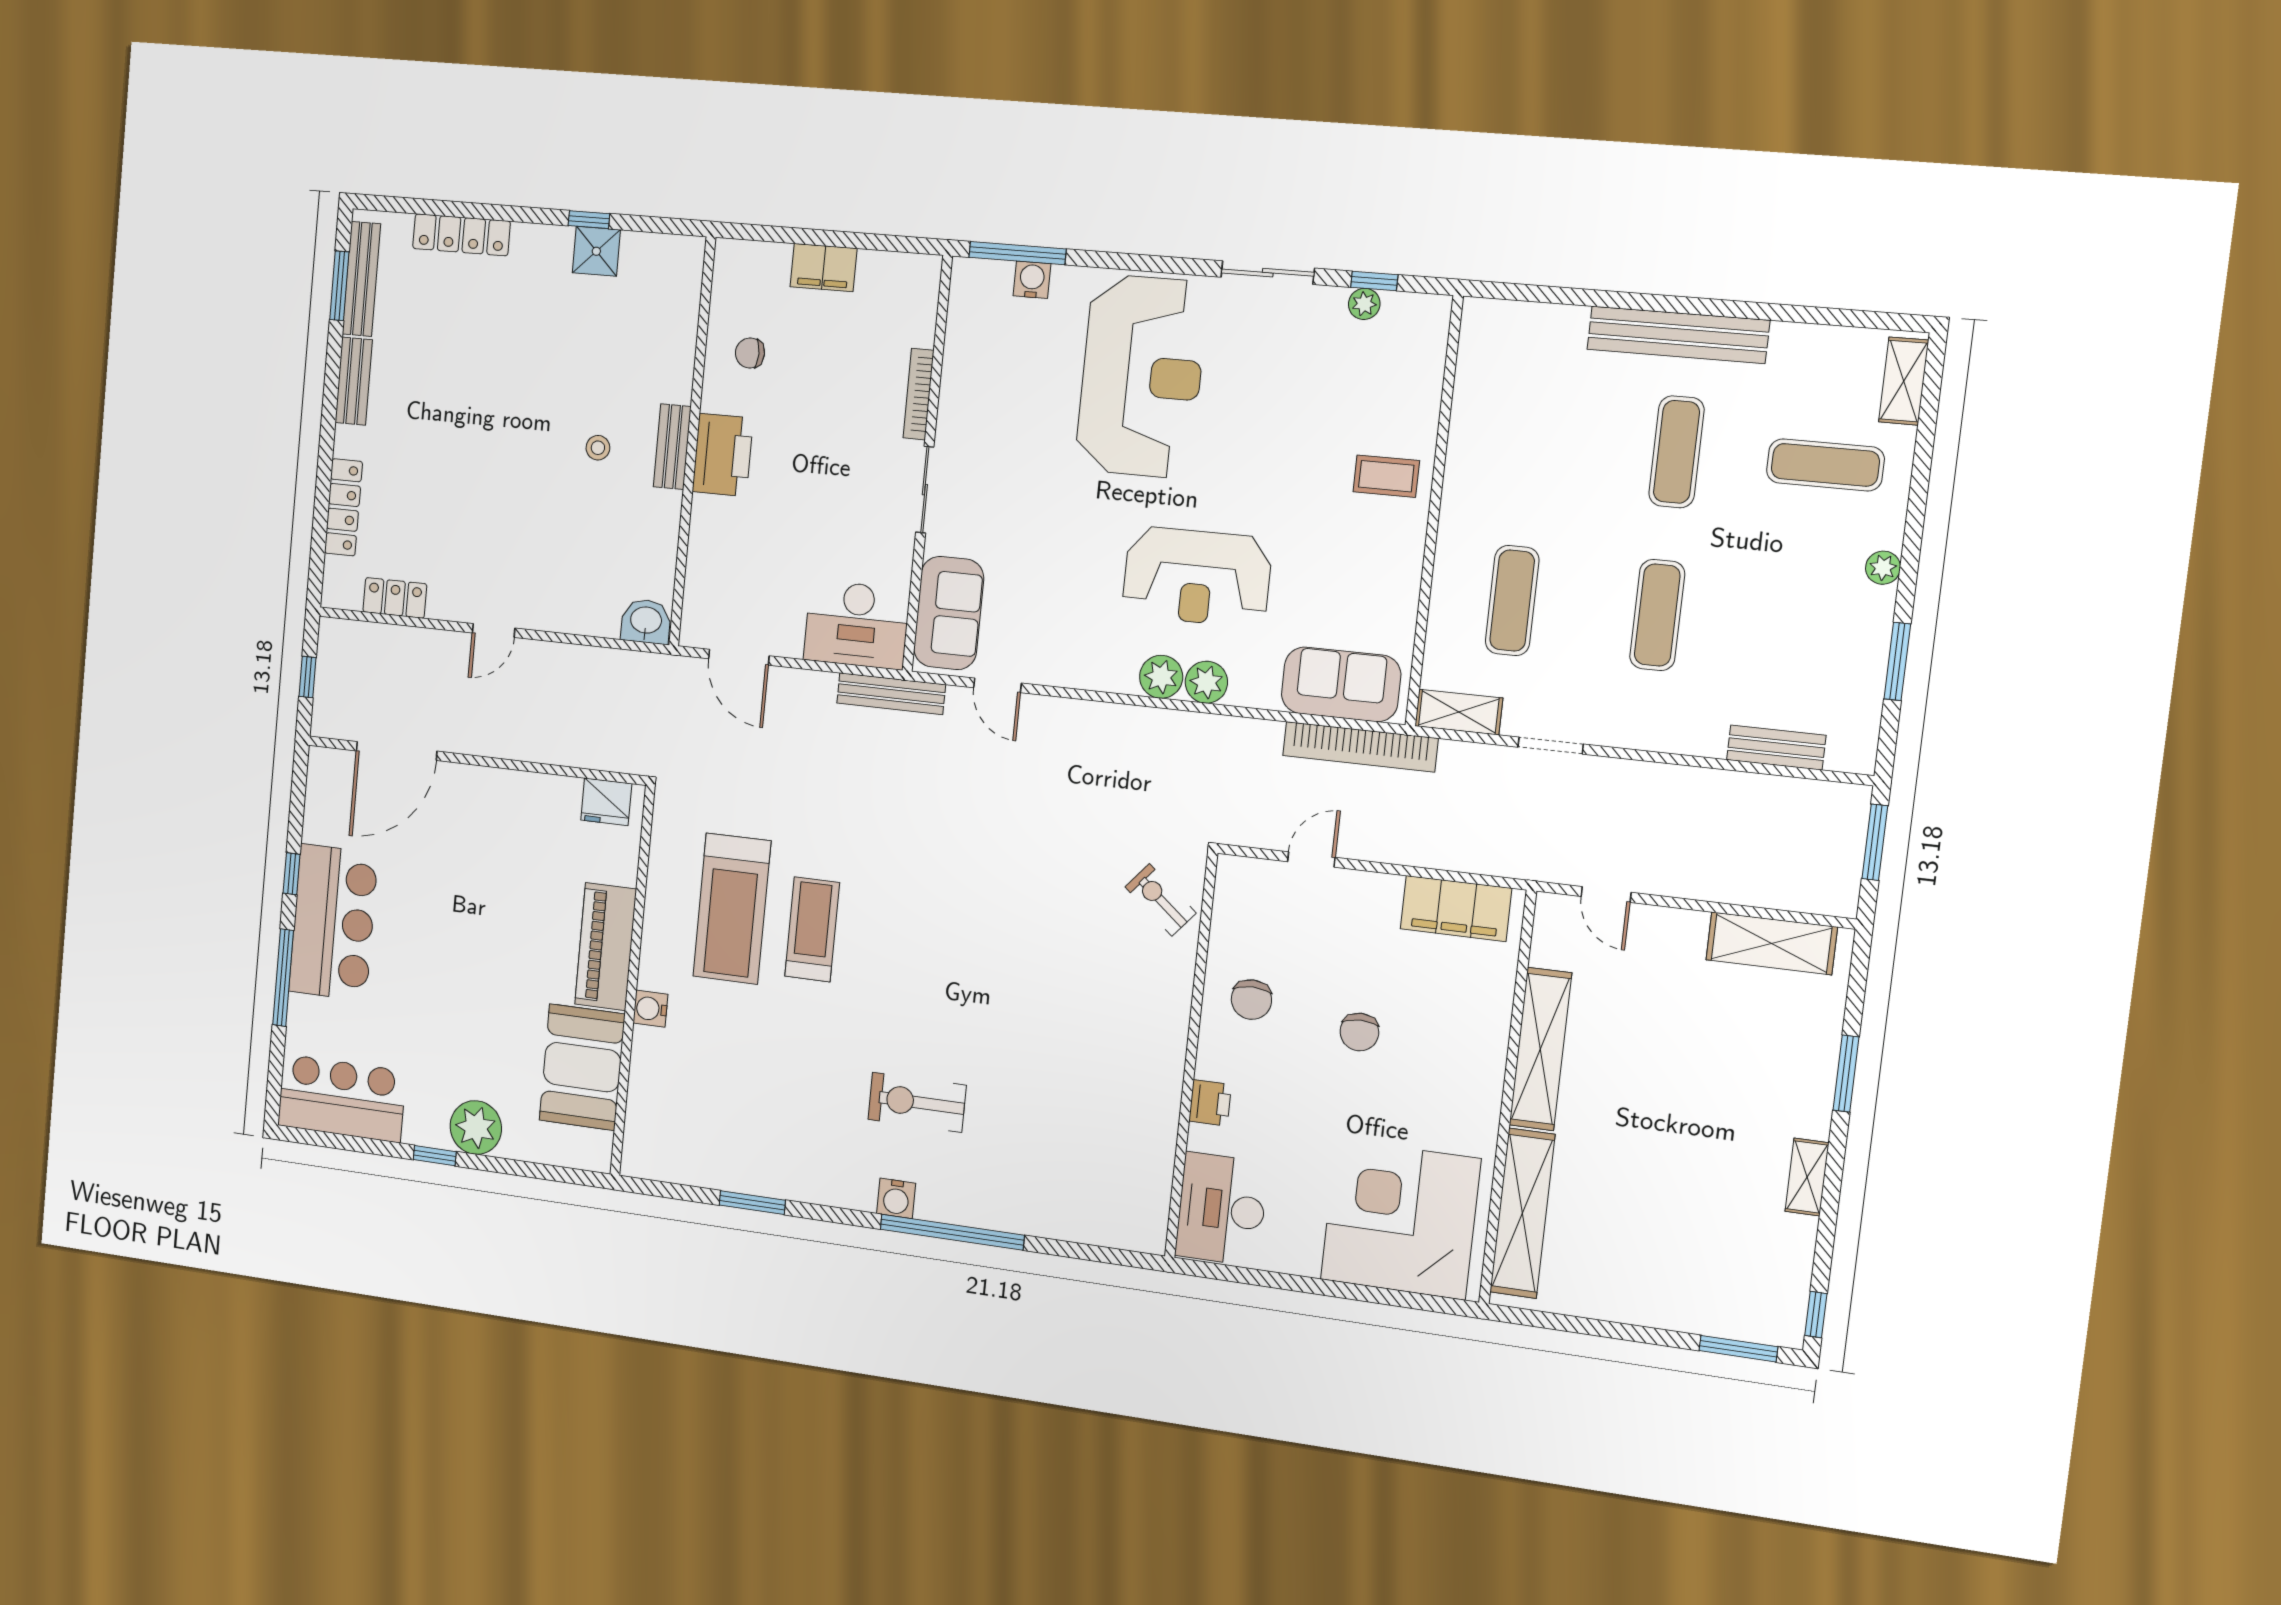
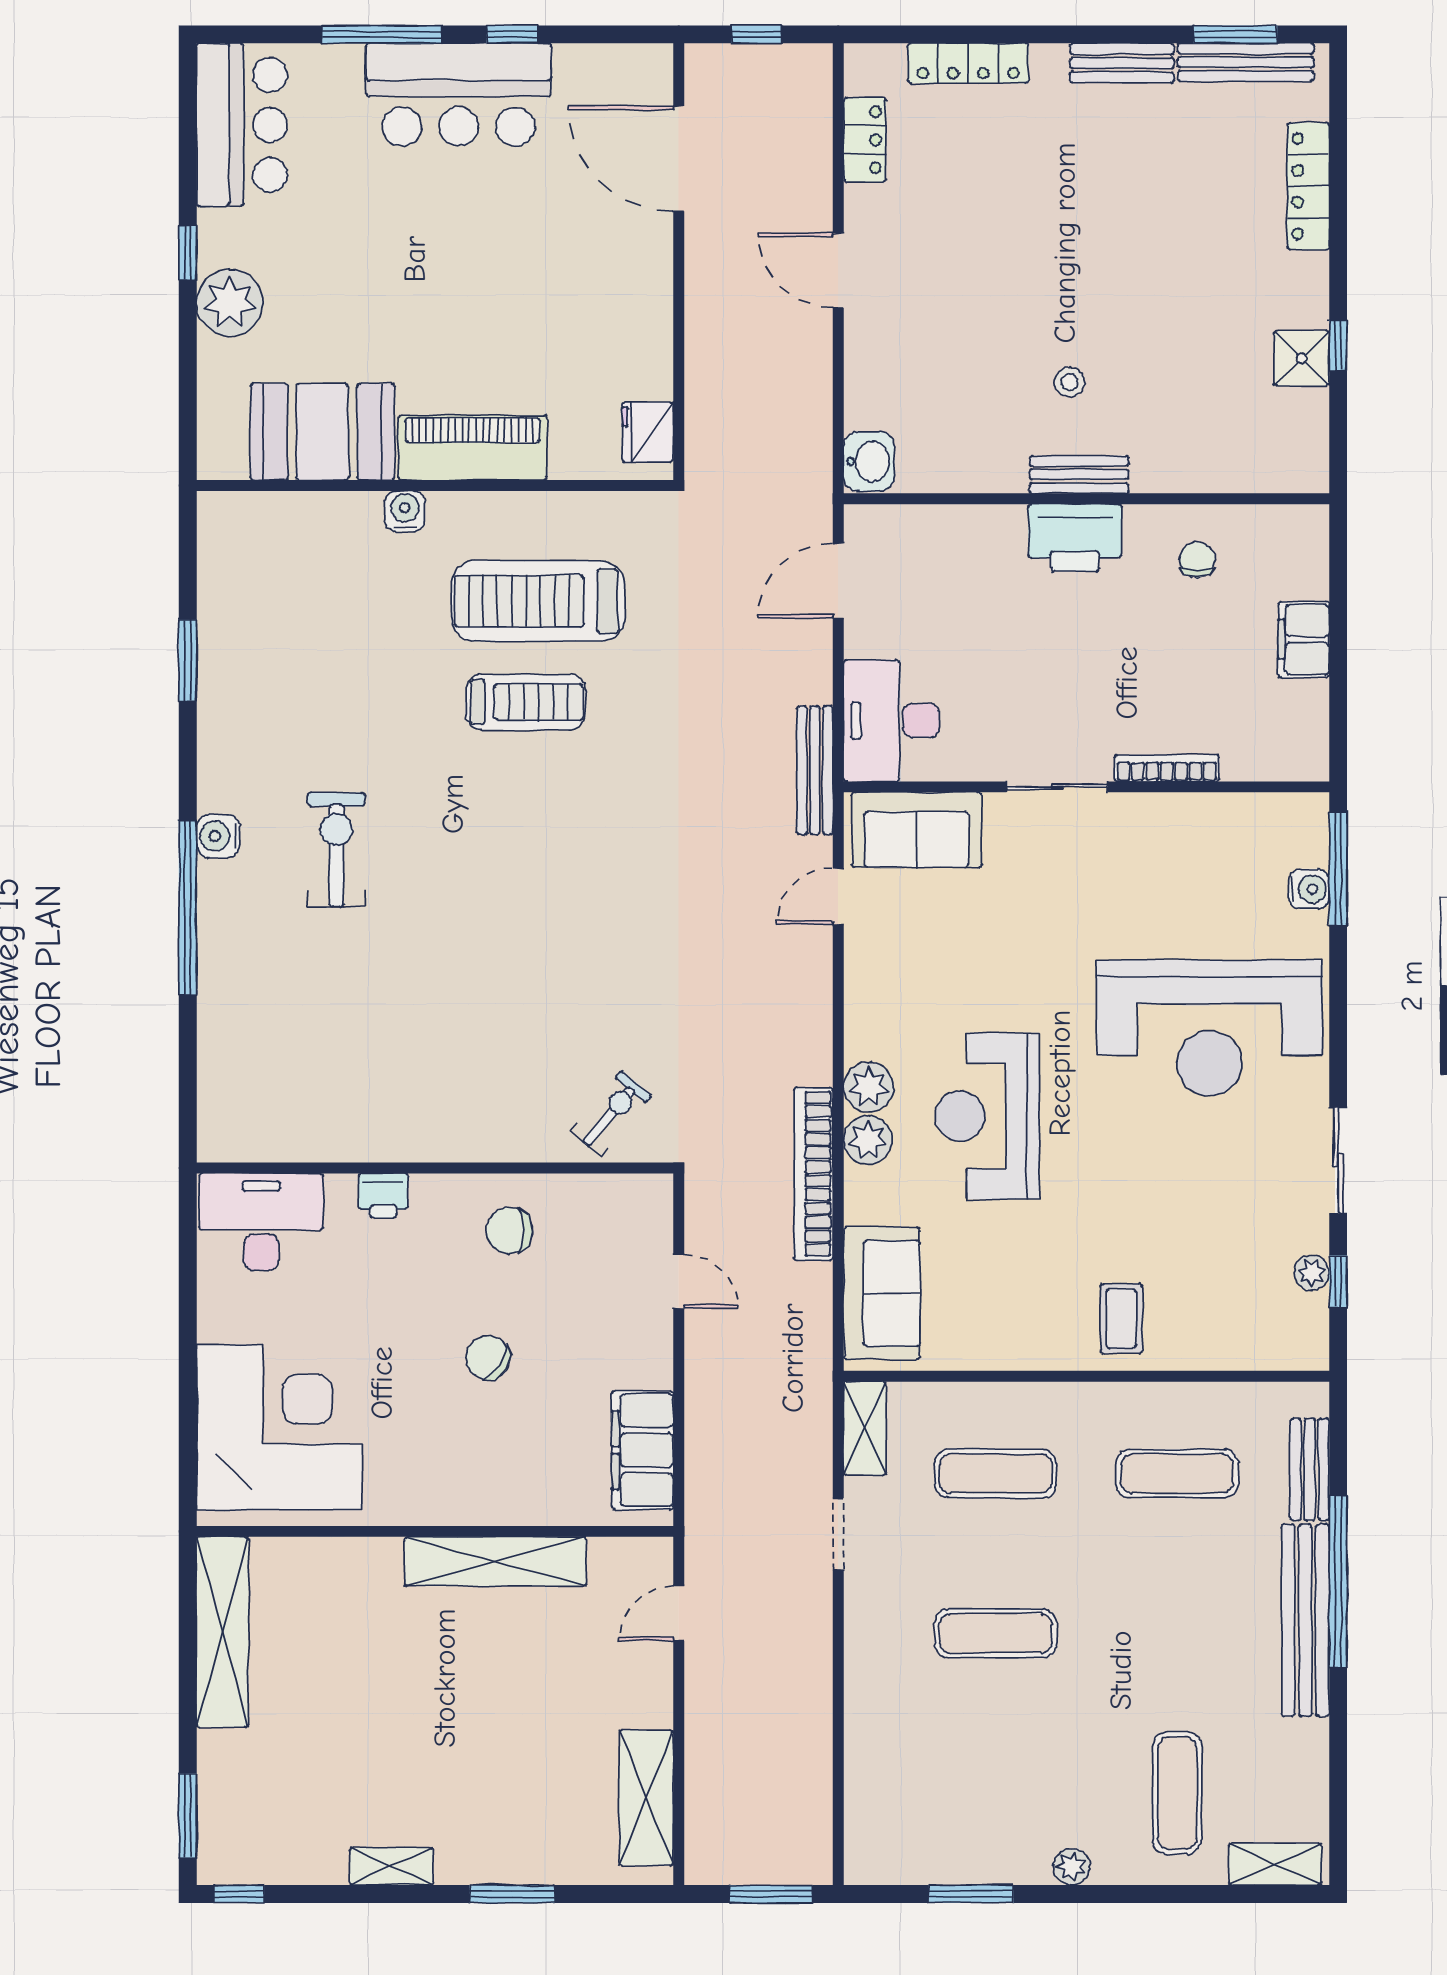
window: (1646, 302) -> (1338, 1581), added
exercise mat: (1676, 452) -> (1177, 1474), moved
door: (494, 631) -> (838, 270), width x1.38
bookcase: (1360, 747) -> (813, 1174), moved
bench: (1776, 748) -> (1310, 1469), moved
chair: (1359, 1032) -> (488, 1357), turned 34
shelving: (1522, 1213) -> (222, 1632), moved, turned 90

